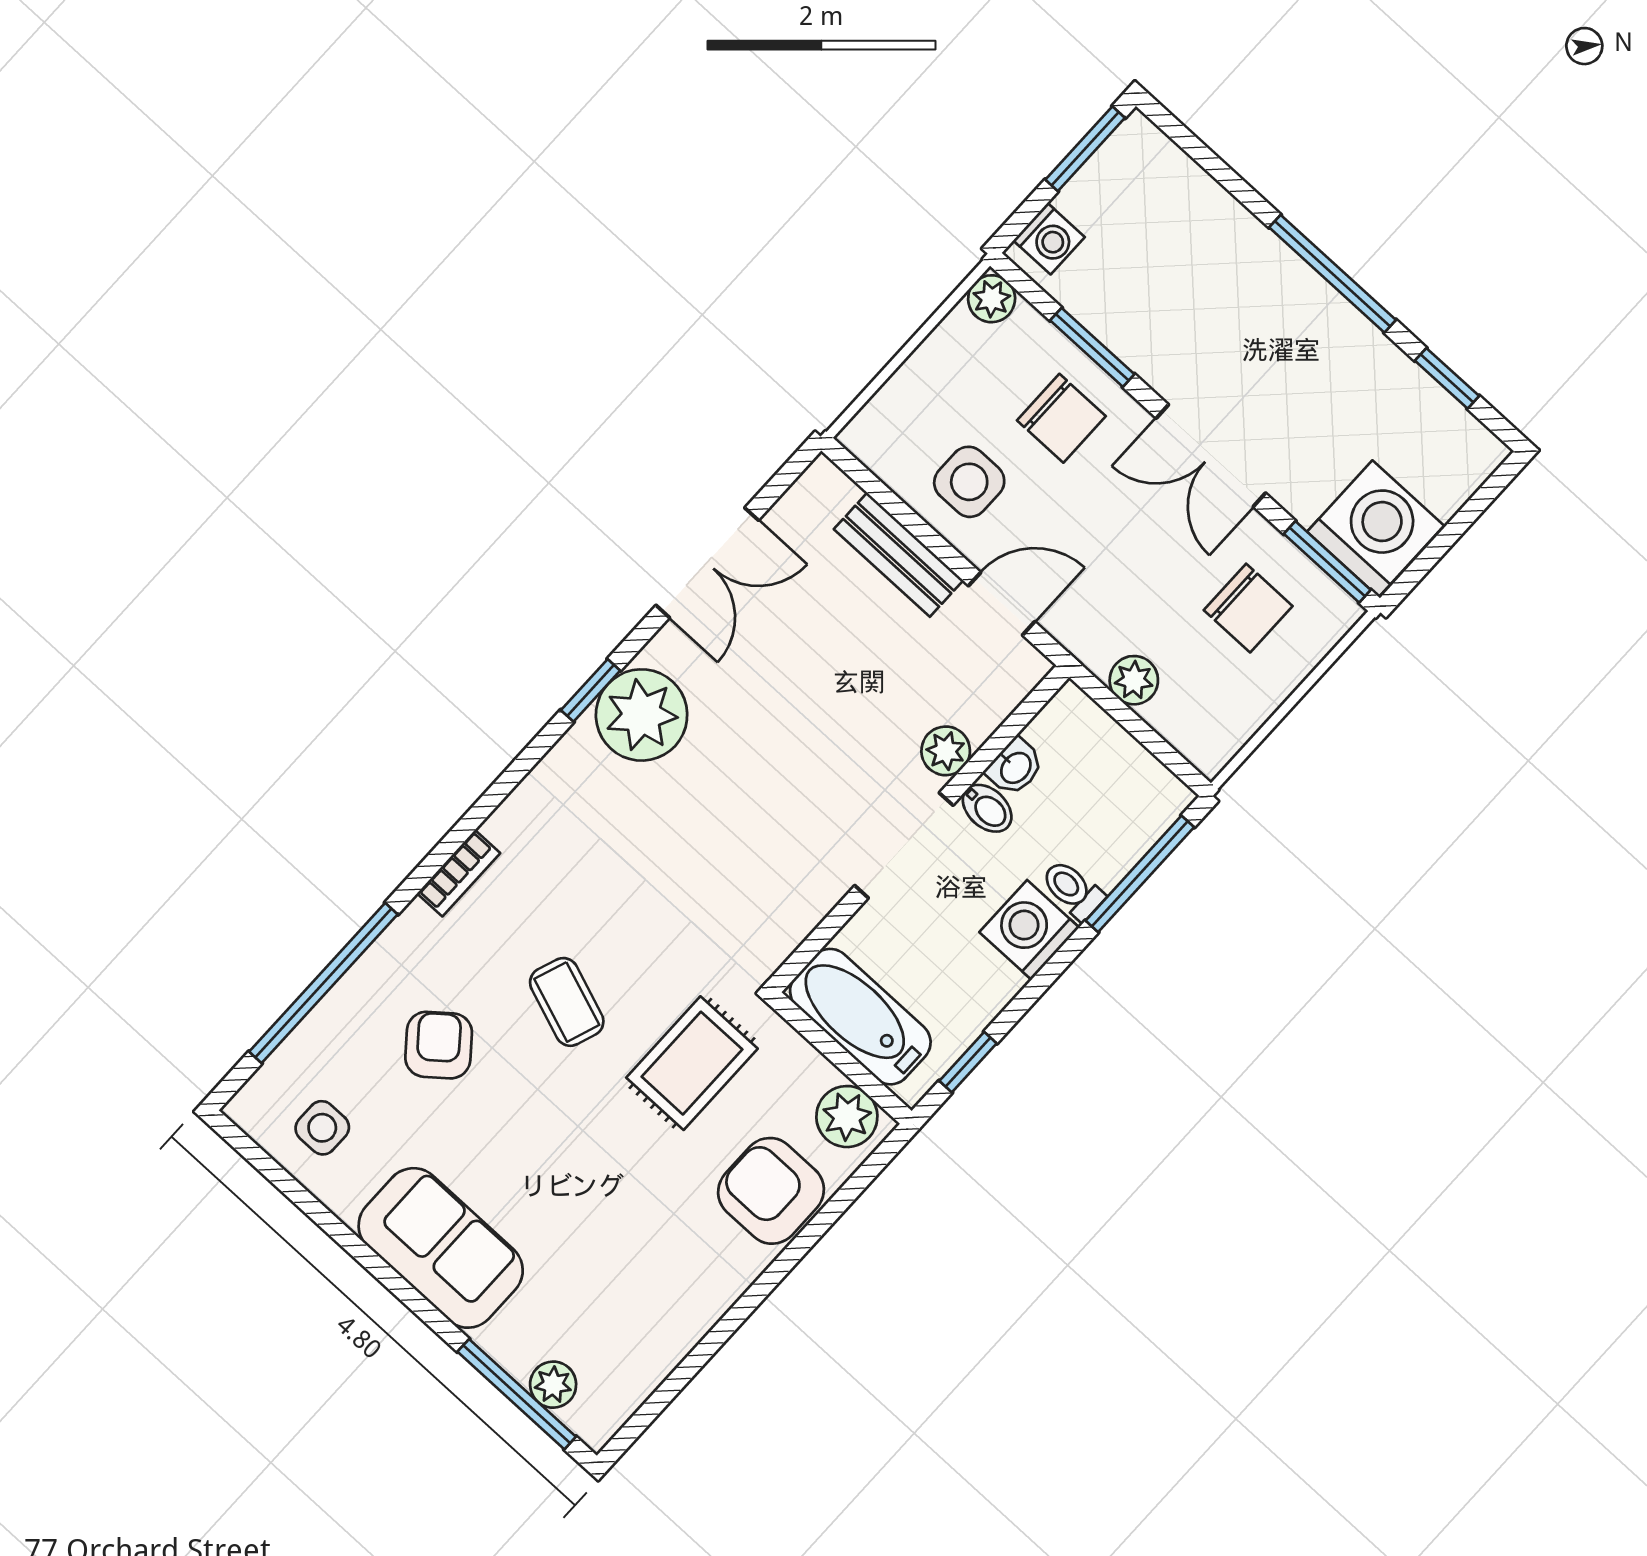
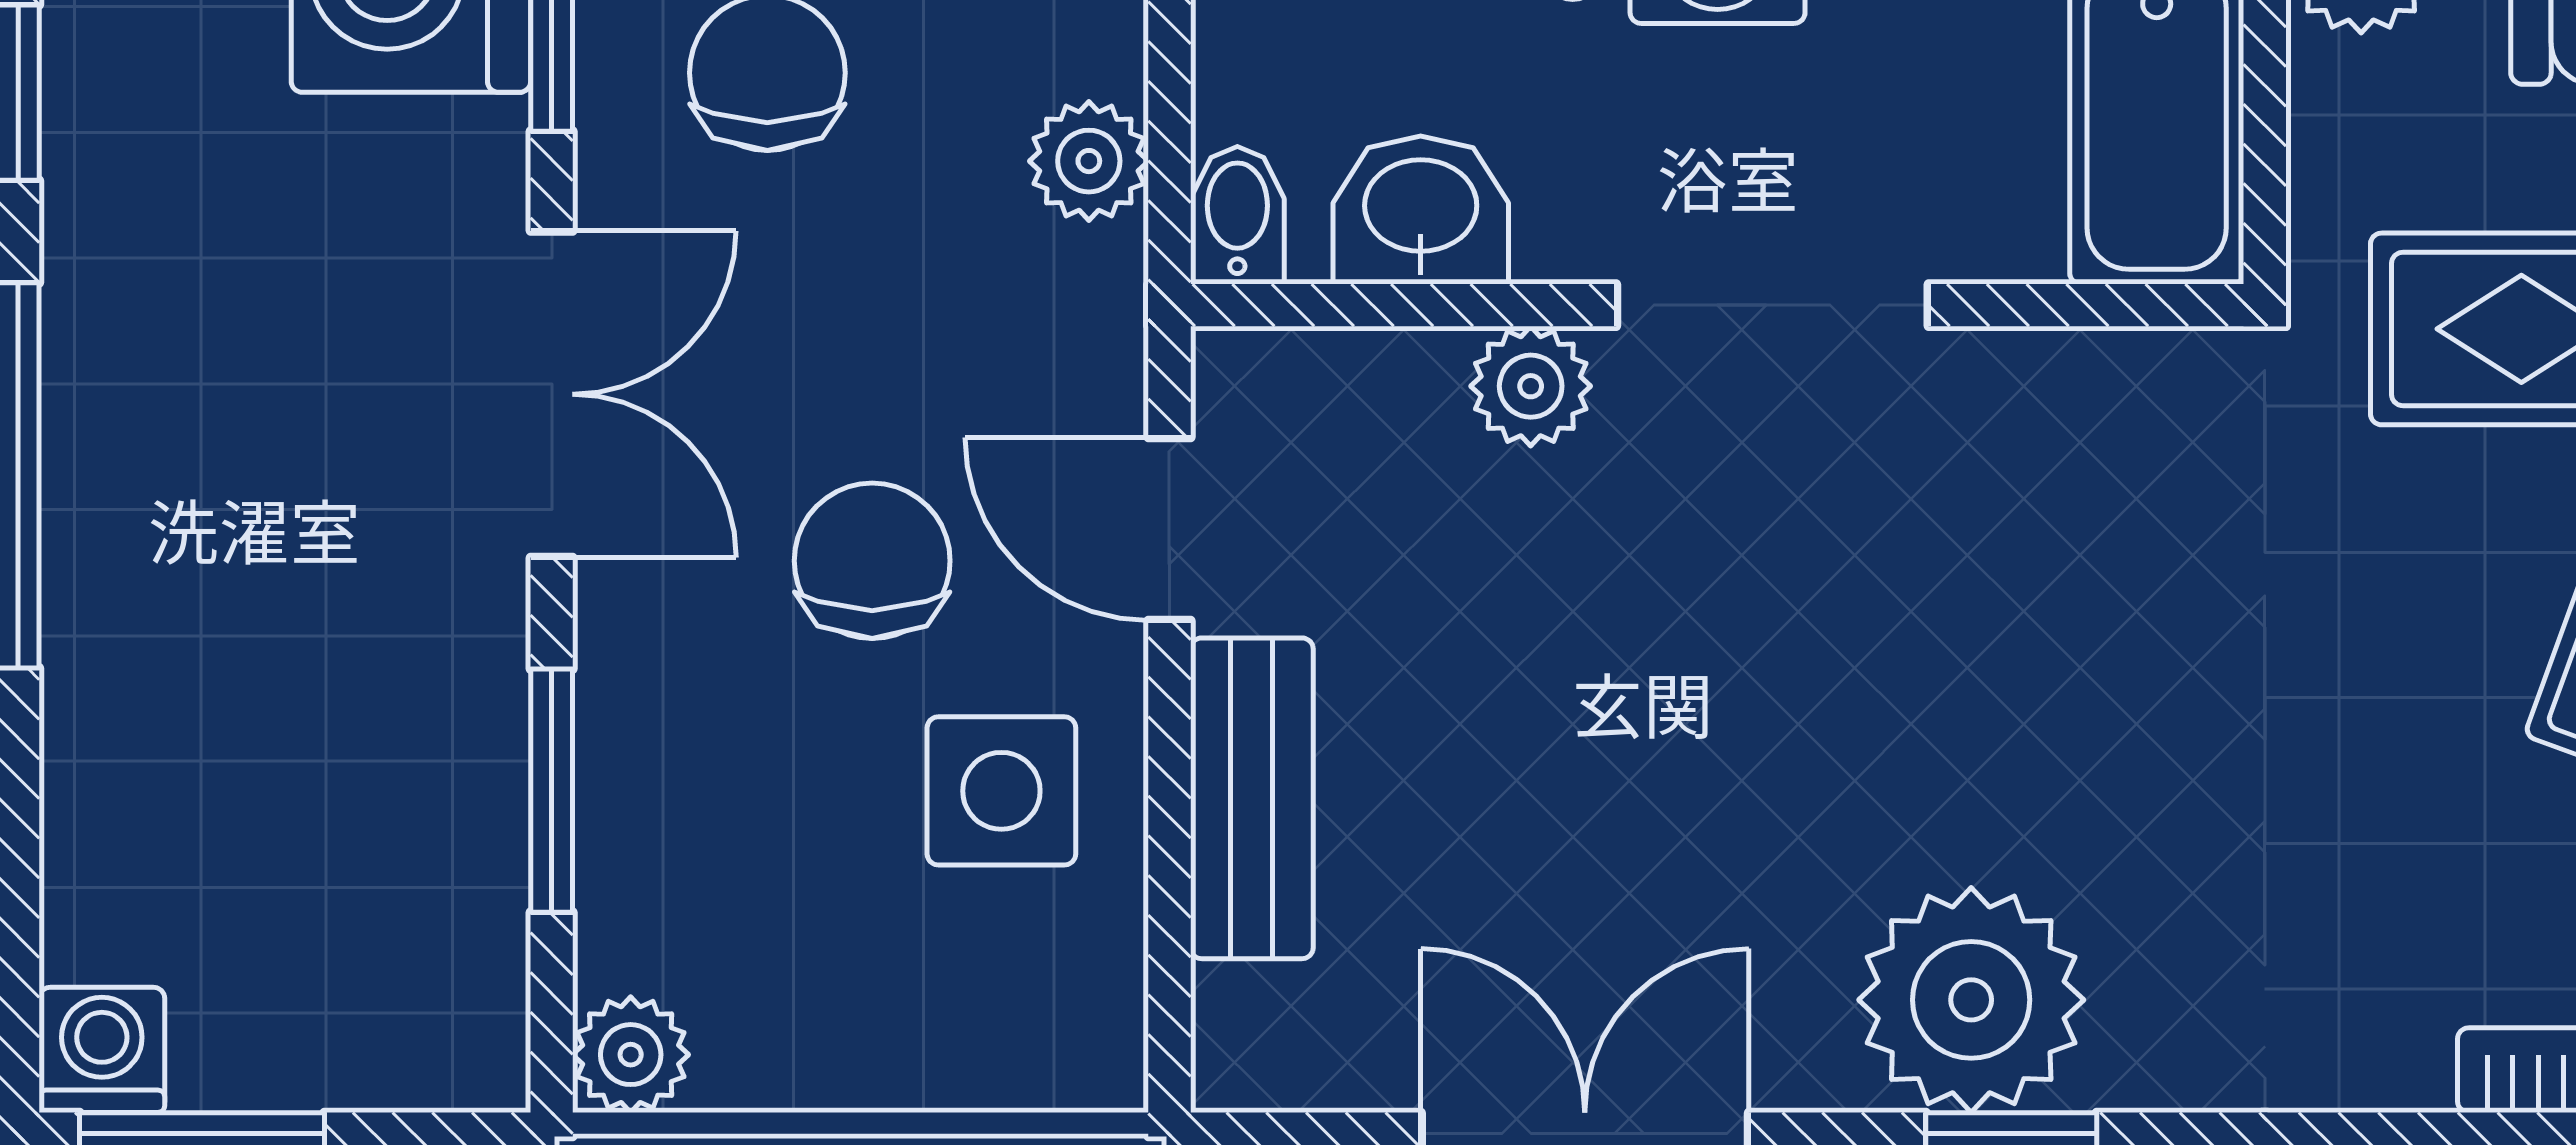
washing machine: (1049, 239) -> (102, 1050), moved
chair: (1061, 418) -> (872, 561), moved
washbasin: (1015, 767) -> (1421, 210), width x1.38, depth x1.45
bidet: (987, 808) -> (1237, 215), moved

